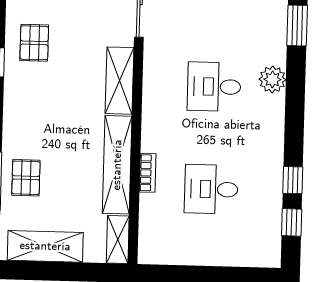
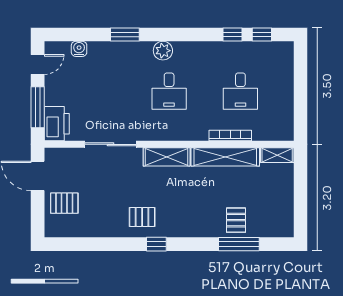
bookcase: (148, 173) -> (230, 136), width x1.56
pallet: (26, 178) -> (236, 220), turned 90
shelving: (45, 246) -> (283, 205), removed

